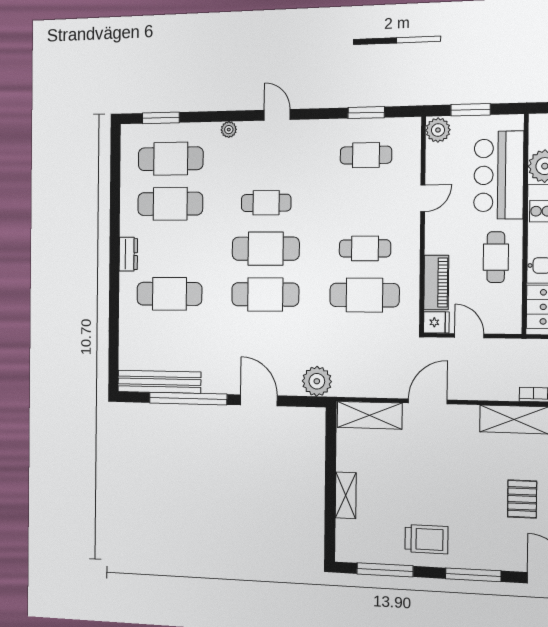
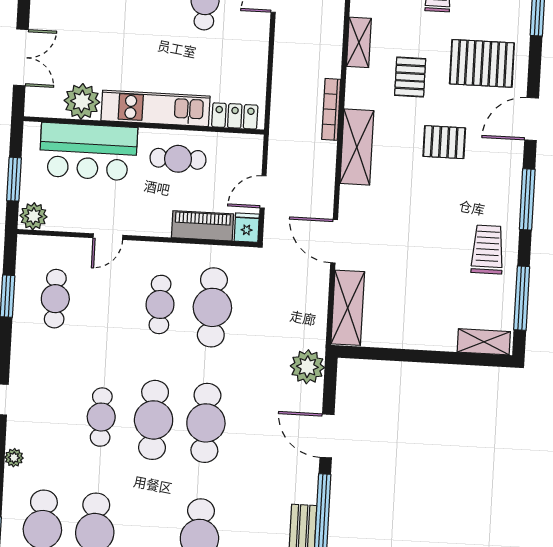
door: (423, 198) -> (108, 237), swing flipped
door: (259, 400) -> (327, 436), hinge flipped
shelving: (346, 495) -> (484, 342), moved

